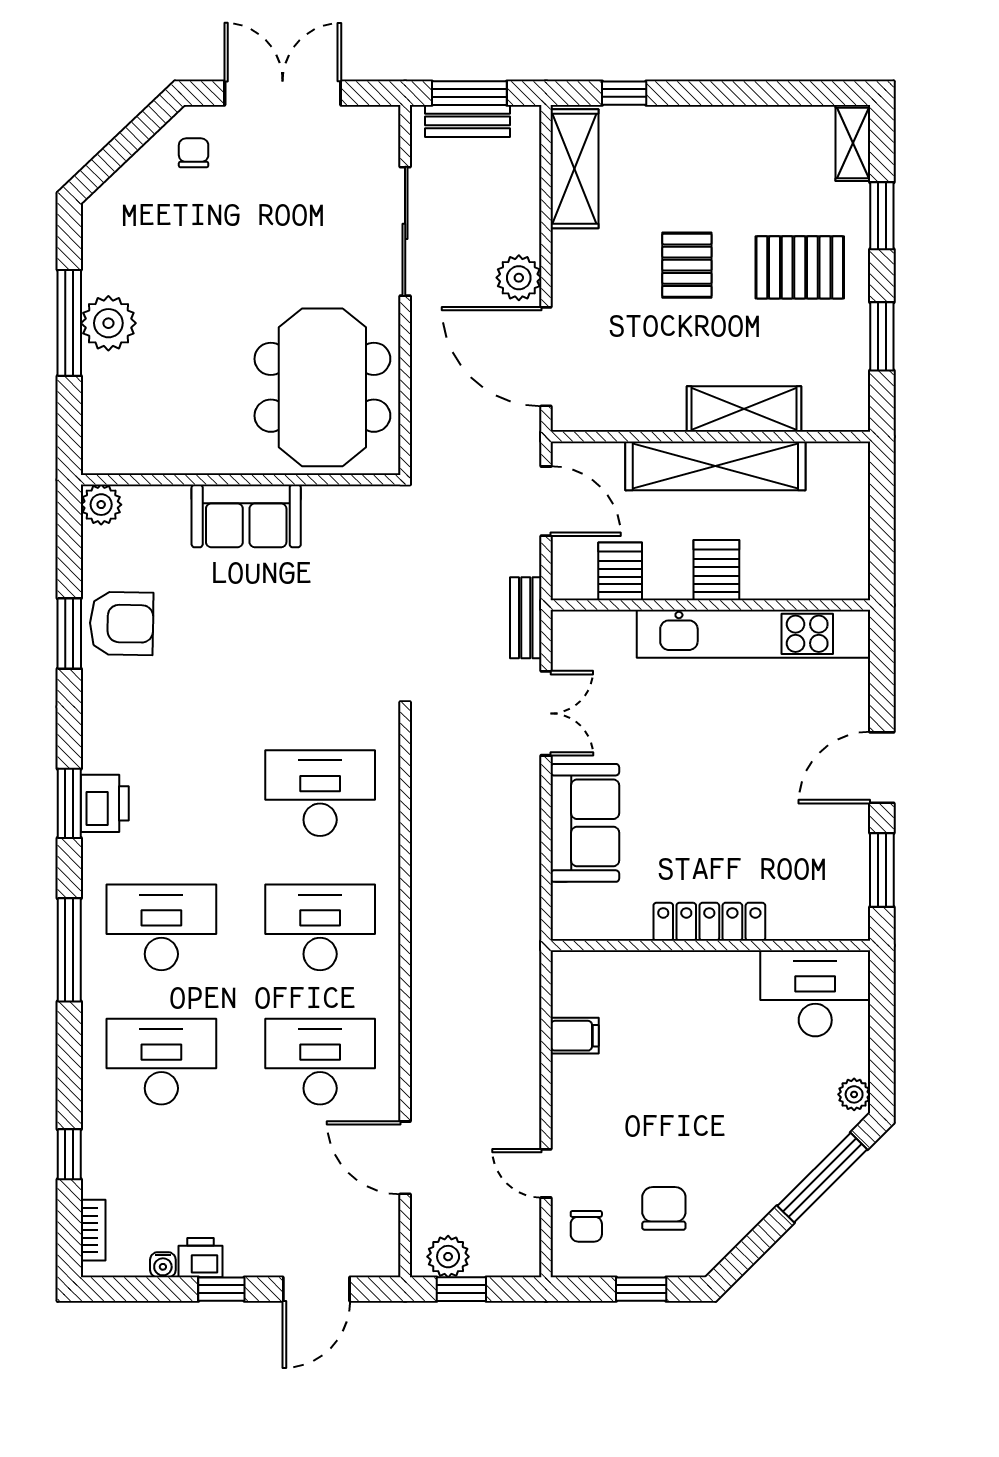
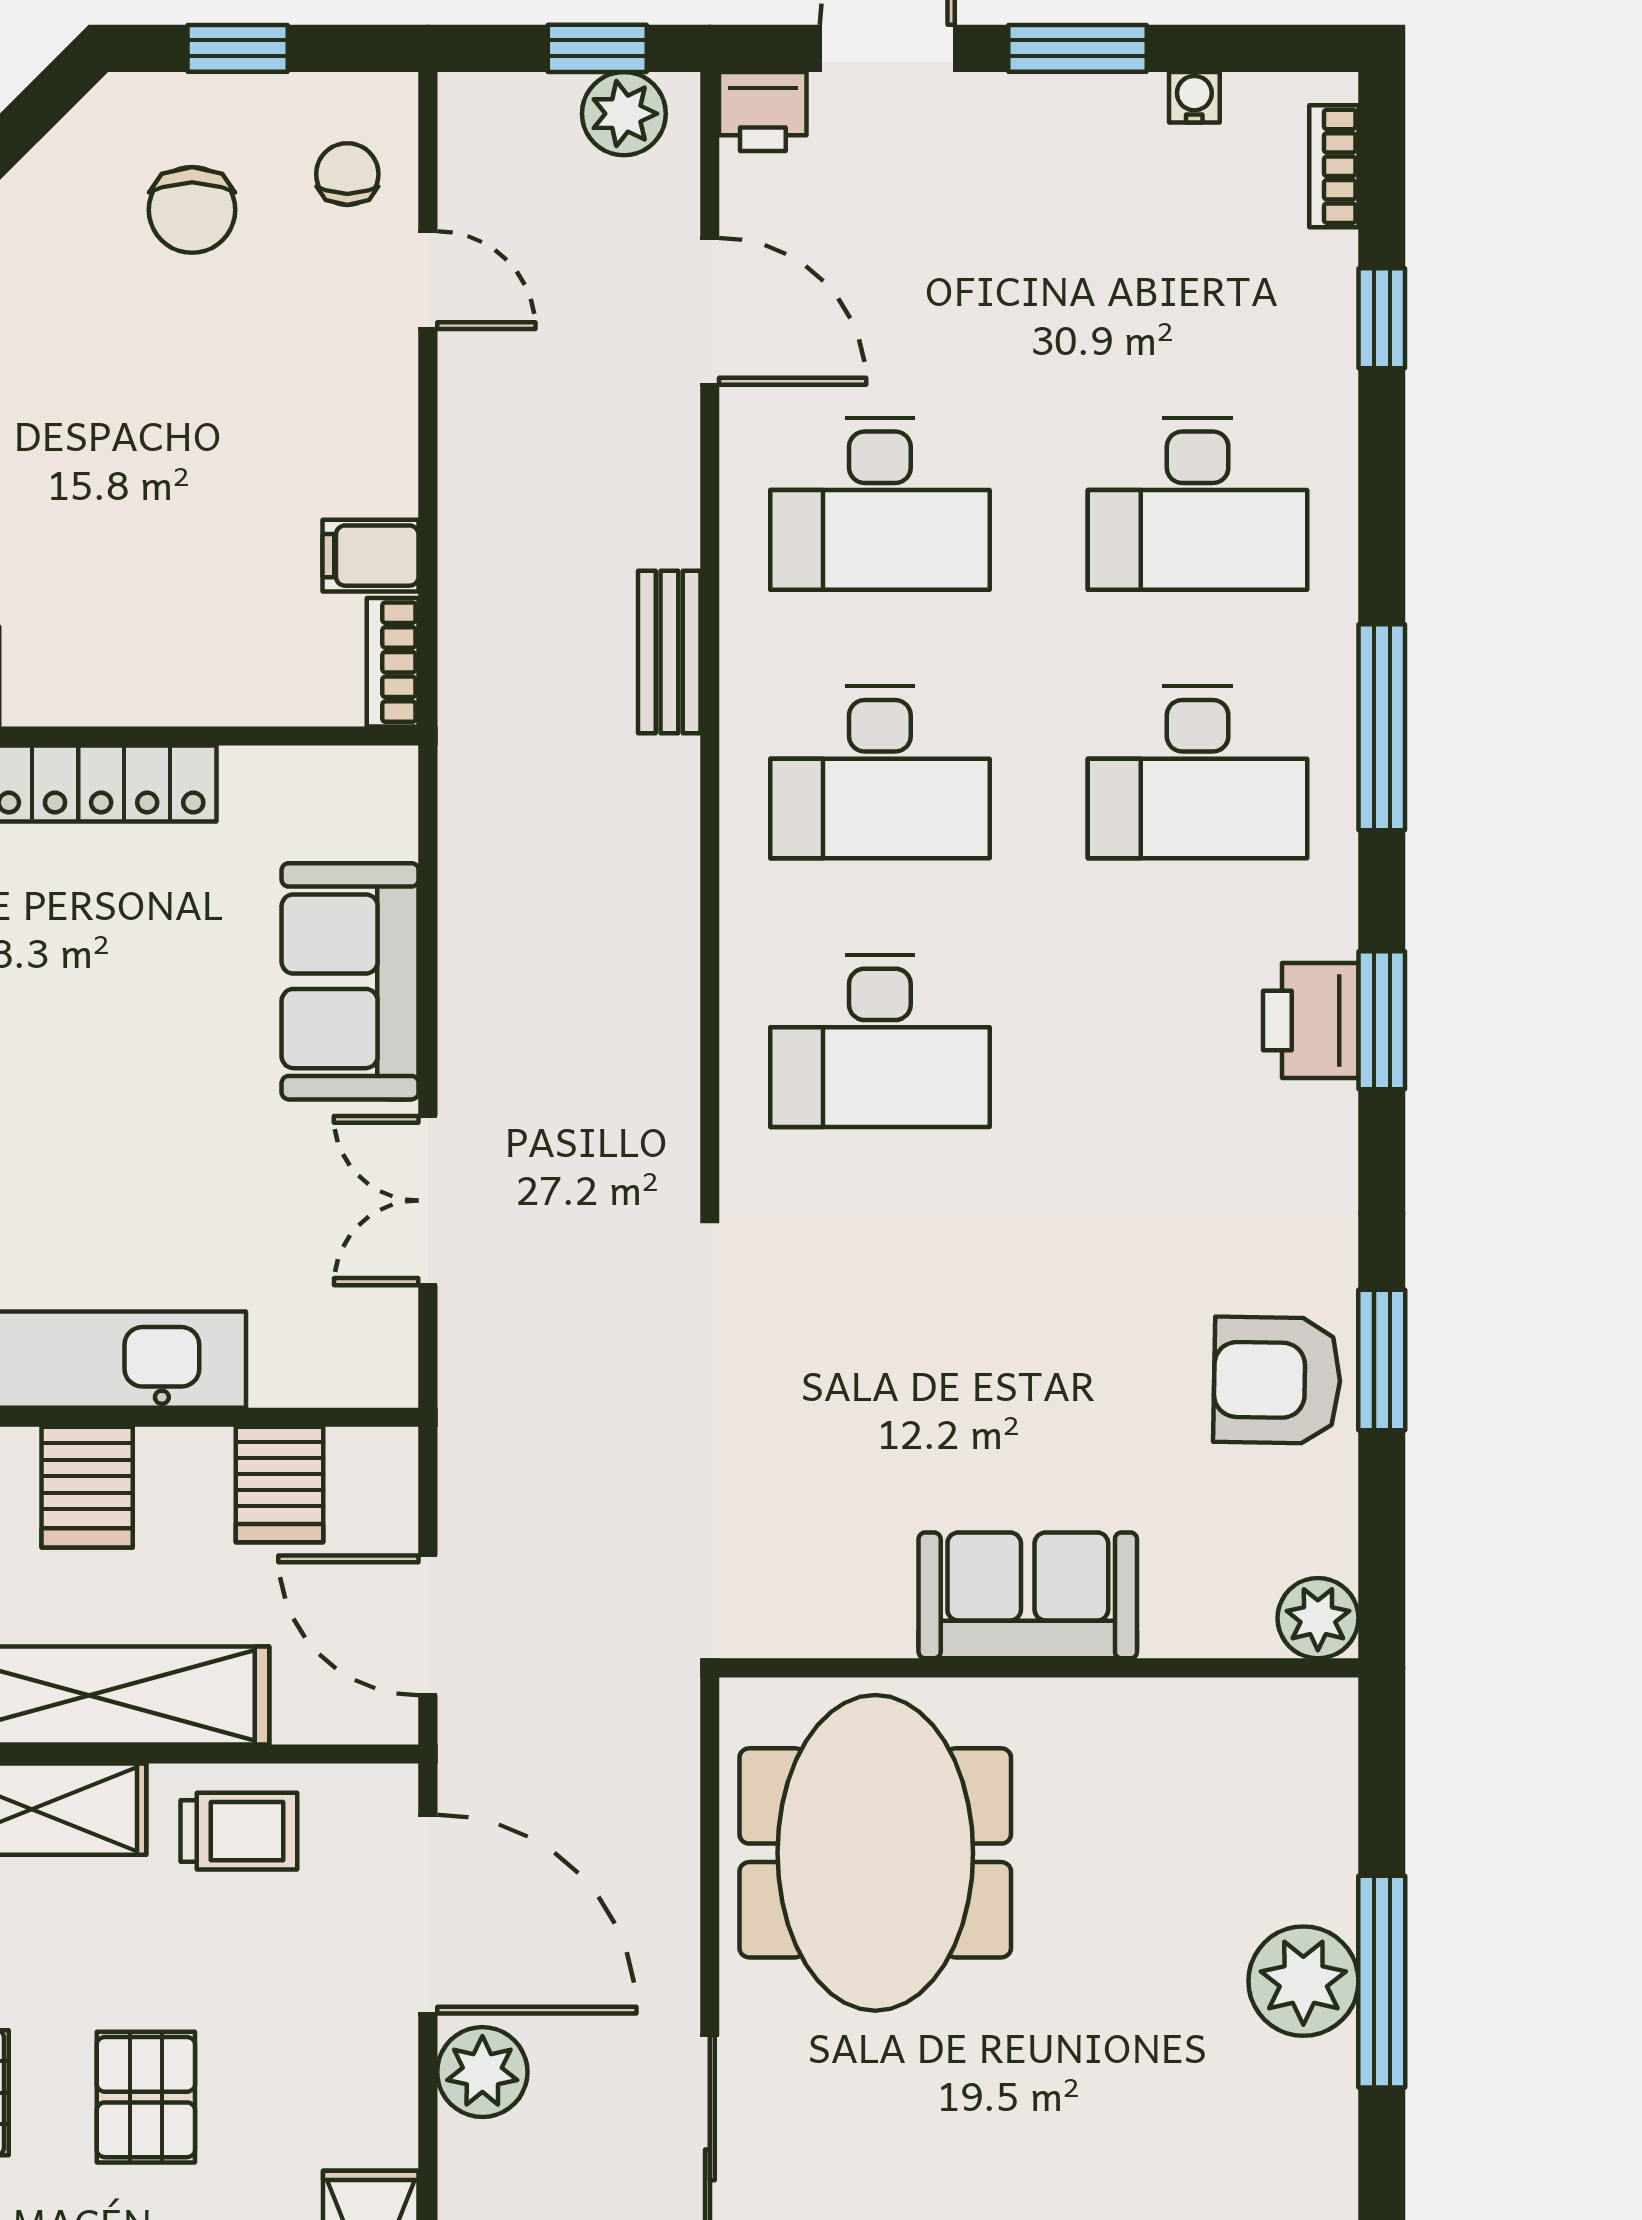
trolley: (640, 398) -> (239, 1831), added
bench: (526, 618) -> (669, 652), moved
bookcase: (564, 982) -> (393, 662), added
printer: (201, 1258) -> (763, 111), moved
window: (221, 1289) -> (1078, 48), width x1.50

